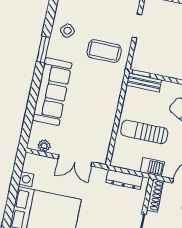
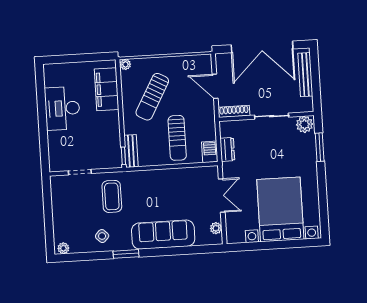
barbecue: (152, 167) -> (210, 152), moved
dresser: (124, 180) -> (227, 149), width x0.70

